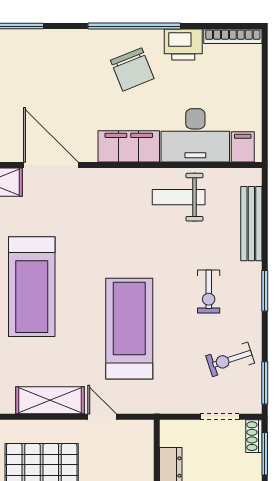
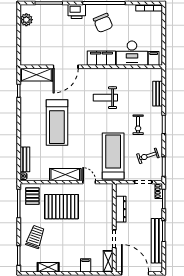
printer: (183, 45) -> (77, 12), moved
door: (51, 165) -> (66, 67), swing flipped
weight bench: (179, 197) -> (105, 98), moved
bench: (251, 224) -> (158, 94), width x0.73
treadmill: (129, 329) -> (113, 156), moved

